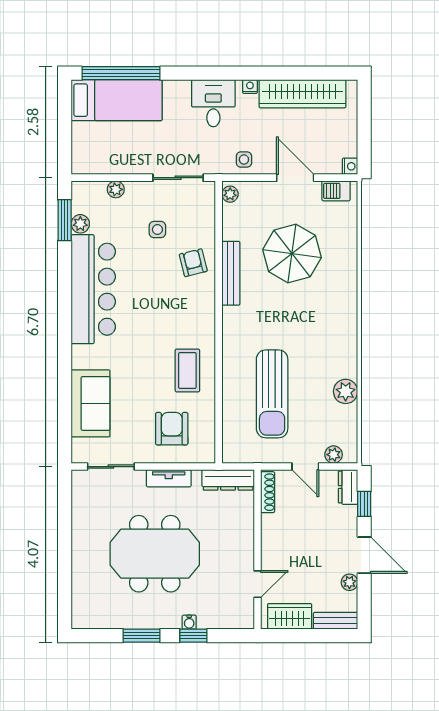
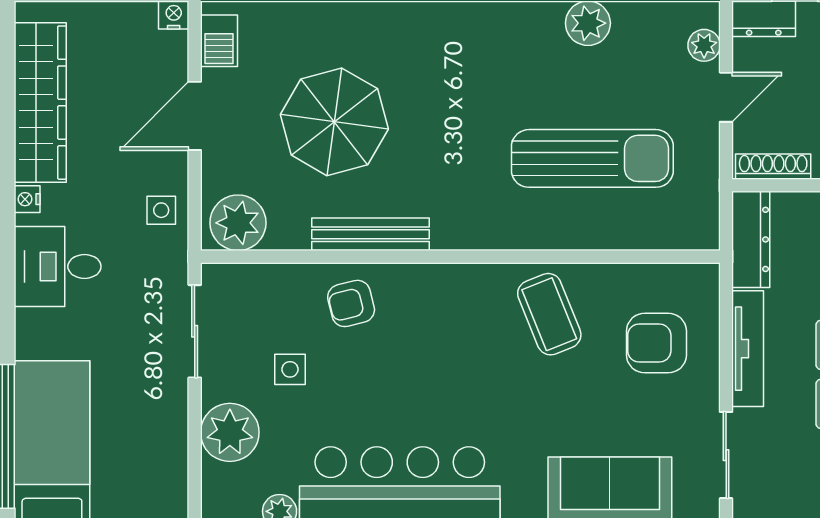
plant: (116, 189) -> (230, 432), width x1.87, depth x1.87
plant: (230, 194) -> (238, 223), width x1.87, depth x1.87
coffee table: (187, 370) -> (549, 314), turned 68
tv unit: (169, 478) -> (748, 349), width x1.41

